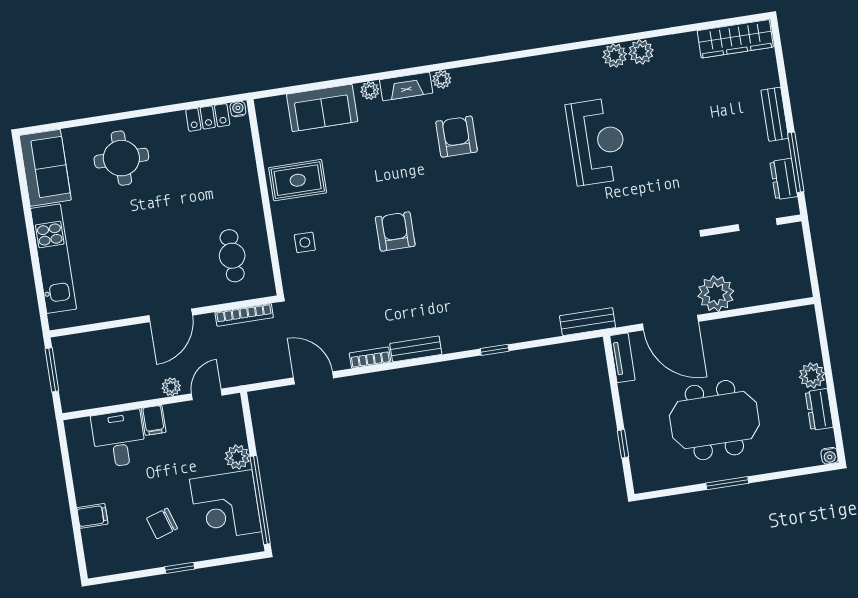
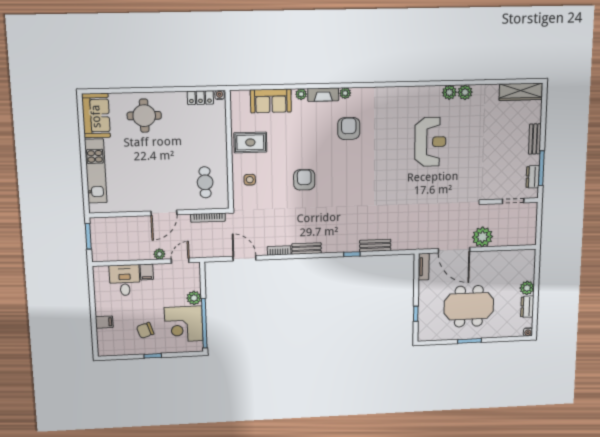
bench: (588, 322) -> (375, 245), moved

